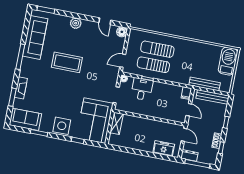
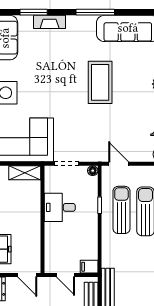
desk: (142, 89) -> (60, 207), moved, turned 180
door: (189, 110) -> (65, 275), hinge flipped
door: (184, 135) -> (27, 275), hinge flipped

